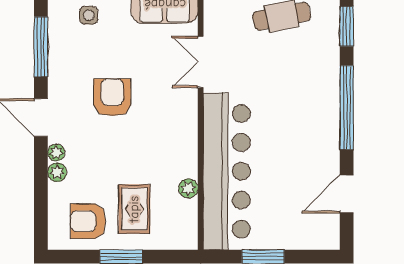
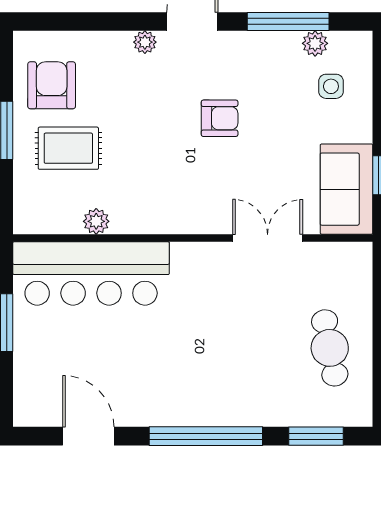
armchair: (112, 97) -> (220, 118), width x0.72, depth x0.72
bar counter: (227, 171) -> (91, 273), width x0.73
plant: (57, 172) -> (315, 43), moved

